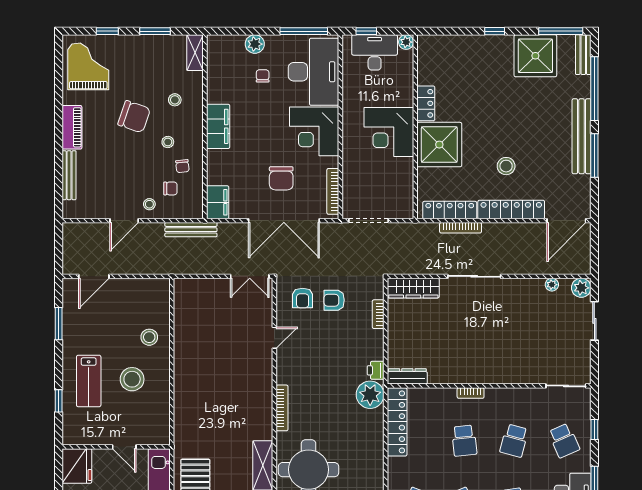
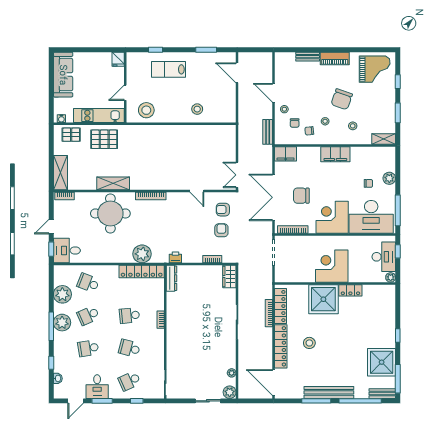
bench: (69, 175) -> (308, 57), width x0.73
bench: (191, 230) -> (268, 132), width x0.73
wardrobe: (413, 288) -> (229, 276), width x0.67
stool: (132, 379) -> (146, 110), moved
plant: (370, 395) -> (142, 254), moved
fridge: (77, 466) -> (118, 59), width x0.53, depth x0.75

